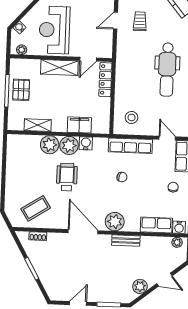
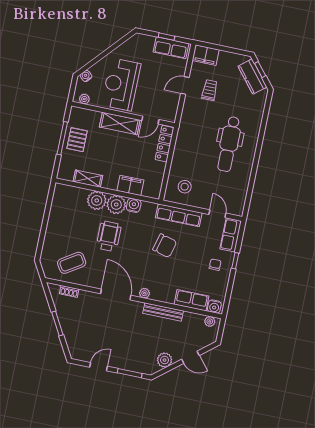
chair: (122, 177) -> (165, 246), width x1.87, depth x1.87
plant: (115, 222) -> (145, 293), width x0.53, depth x0.53
bench: (126, 241) -> (163, 312), width x1.36

